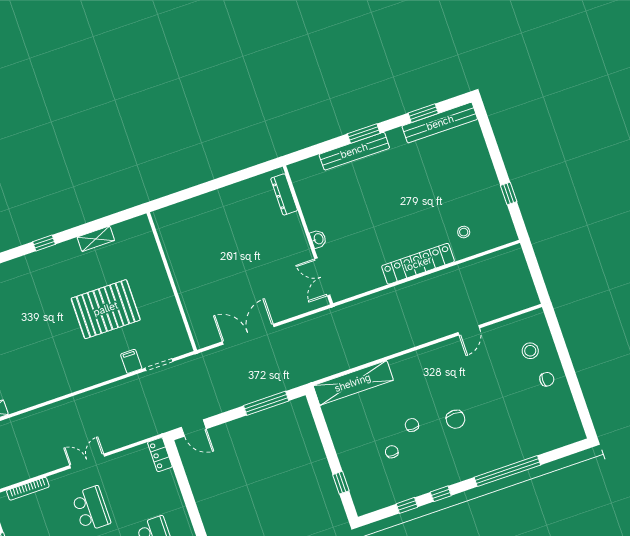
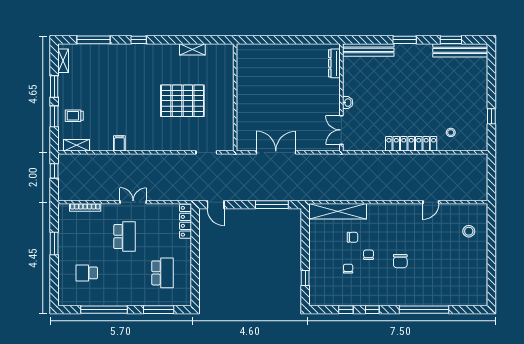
bench: (354, 151) -> (368, 50), moved
window: (44, 243) -> (139, 40), moved
filing cabinet: (131, 361) -> (119, 143), moved
chair: (547, 379) -> (352, 237), moved
locker: (160, 455) -> (186, 221), width x1.53

